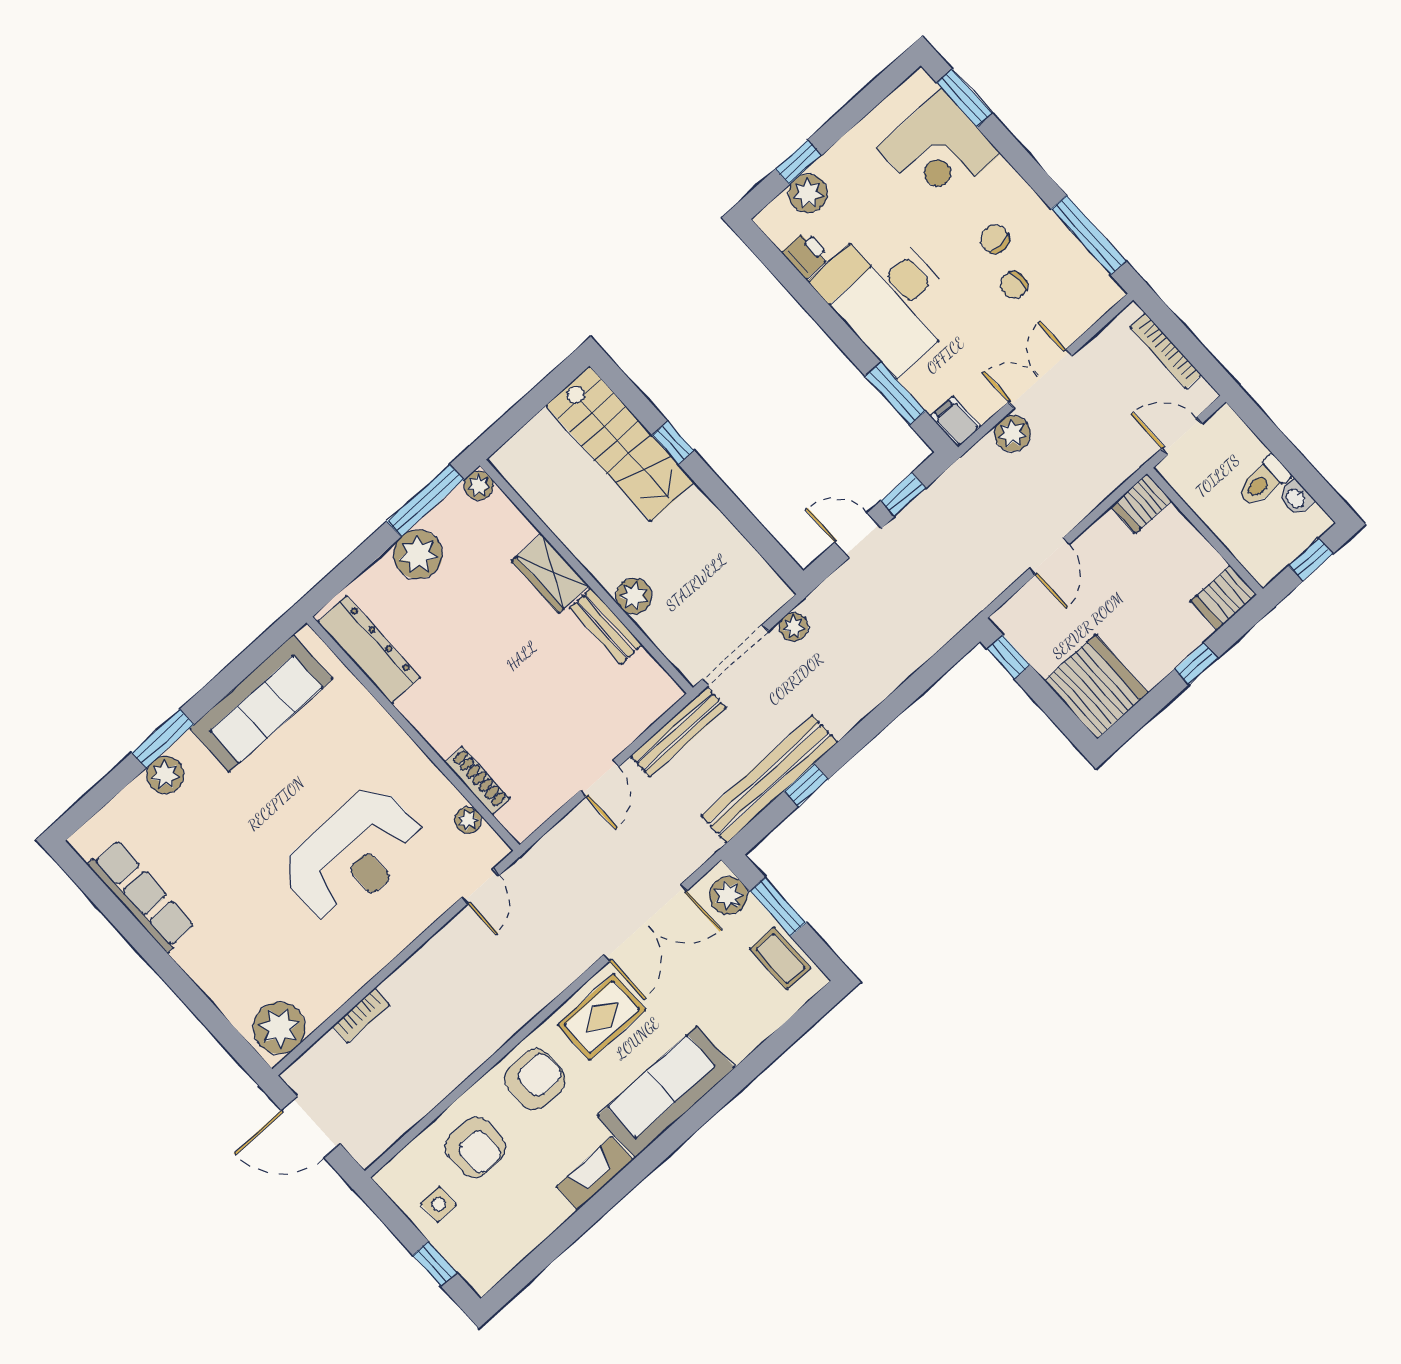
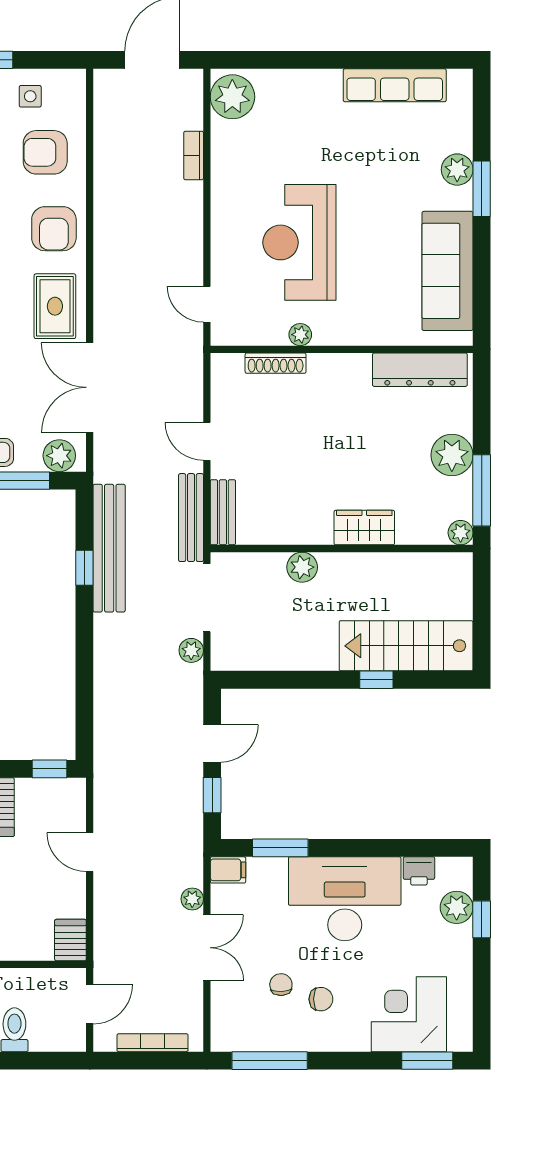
plant: (1012, 434) -> (192, 899), width x0.73, depth x0.73
bench: (606, 626) -> (223, 512), moved, turned 90
plant: (468, 820) -> (300, 335), moved

